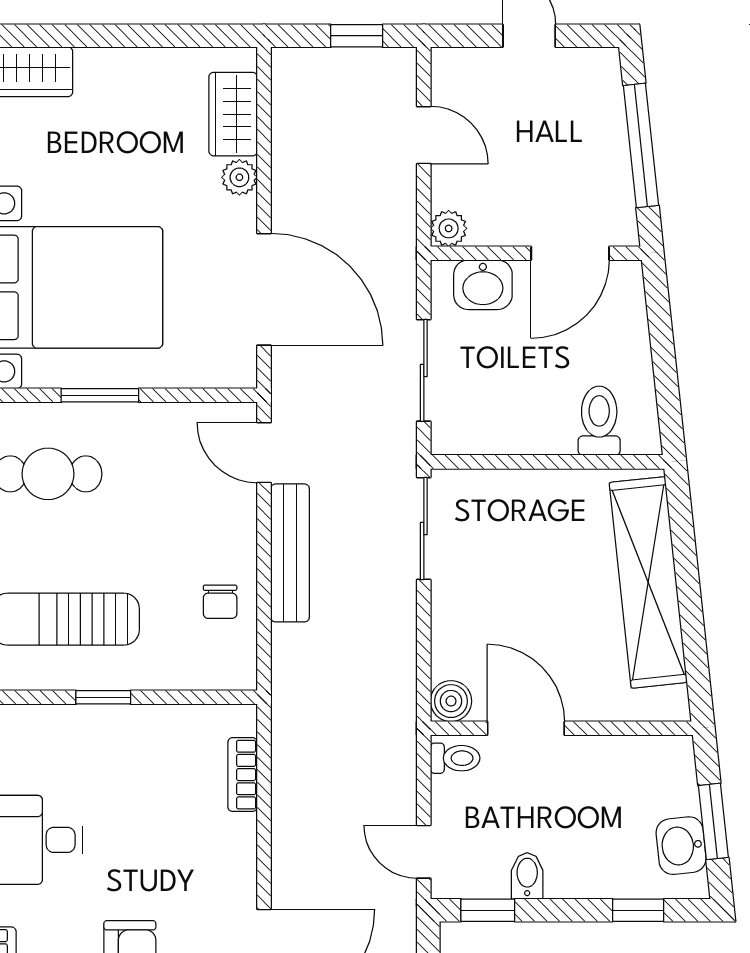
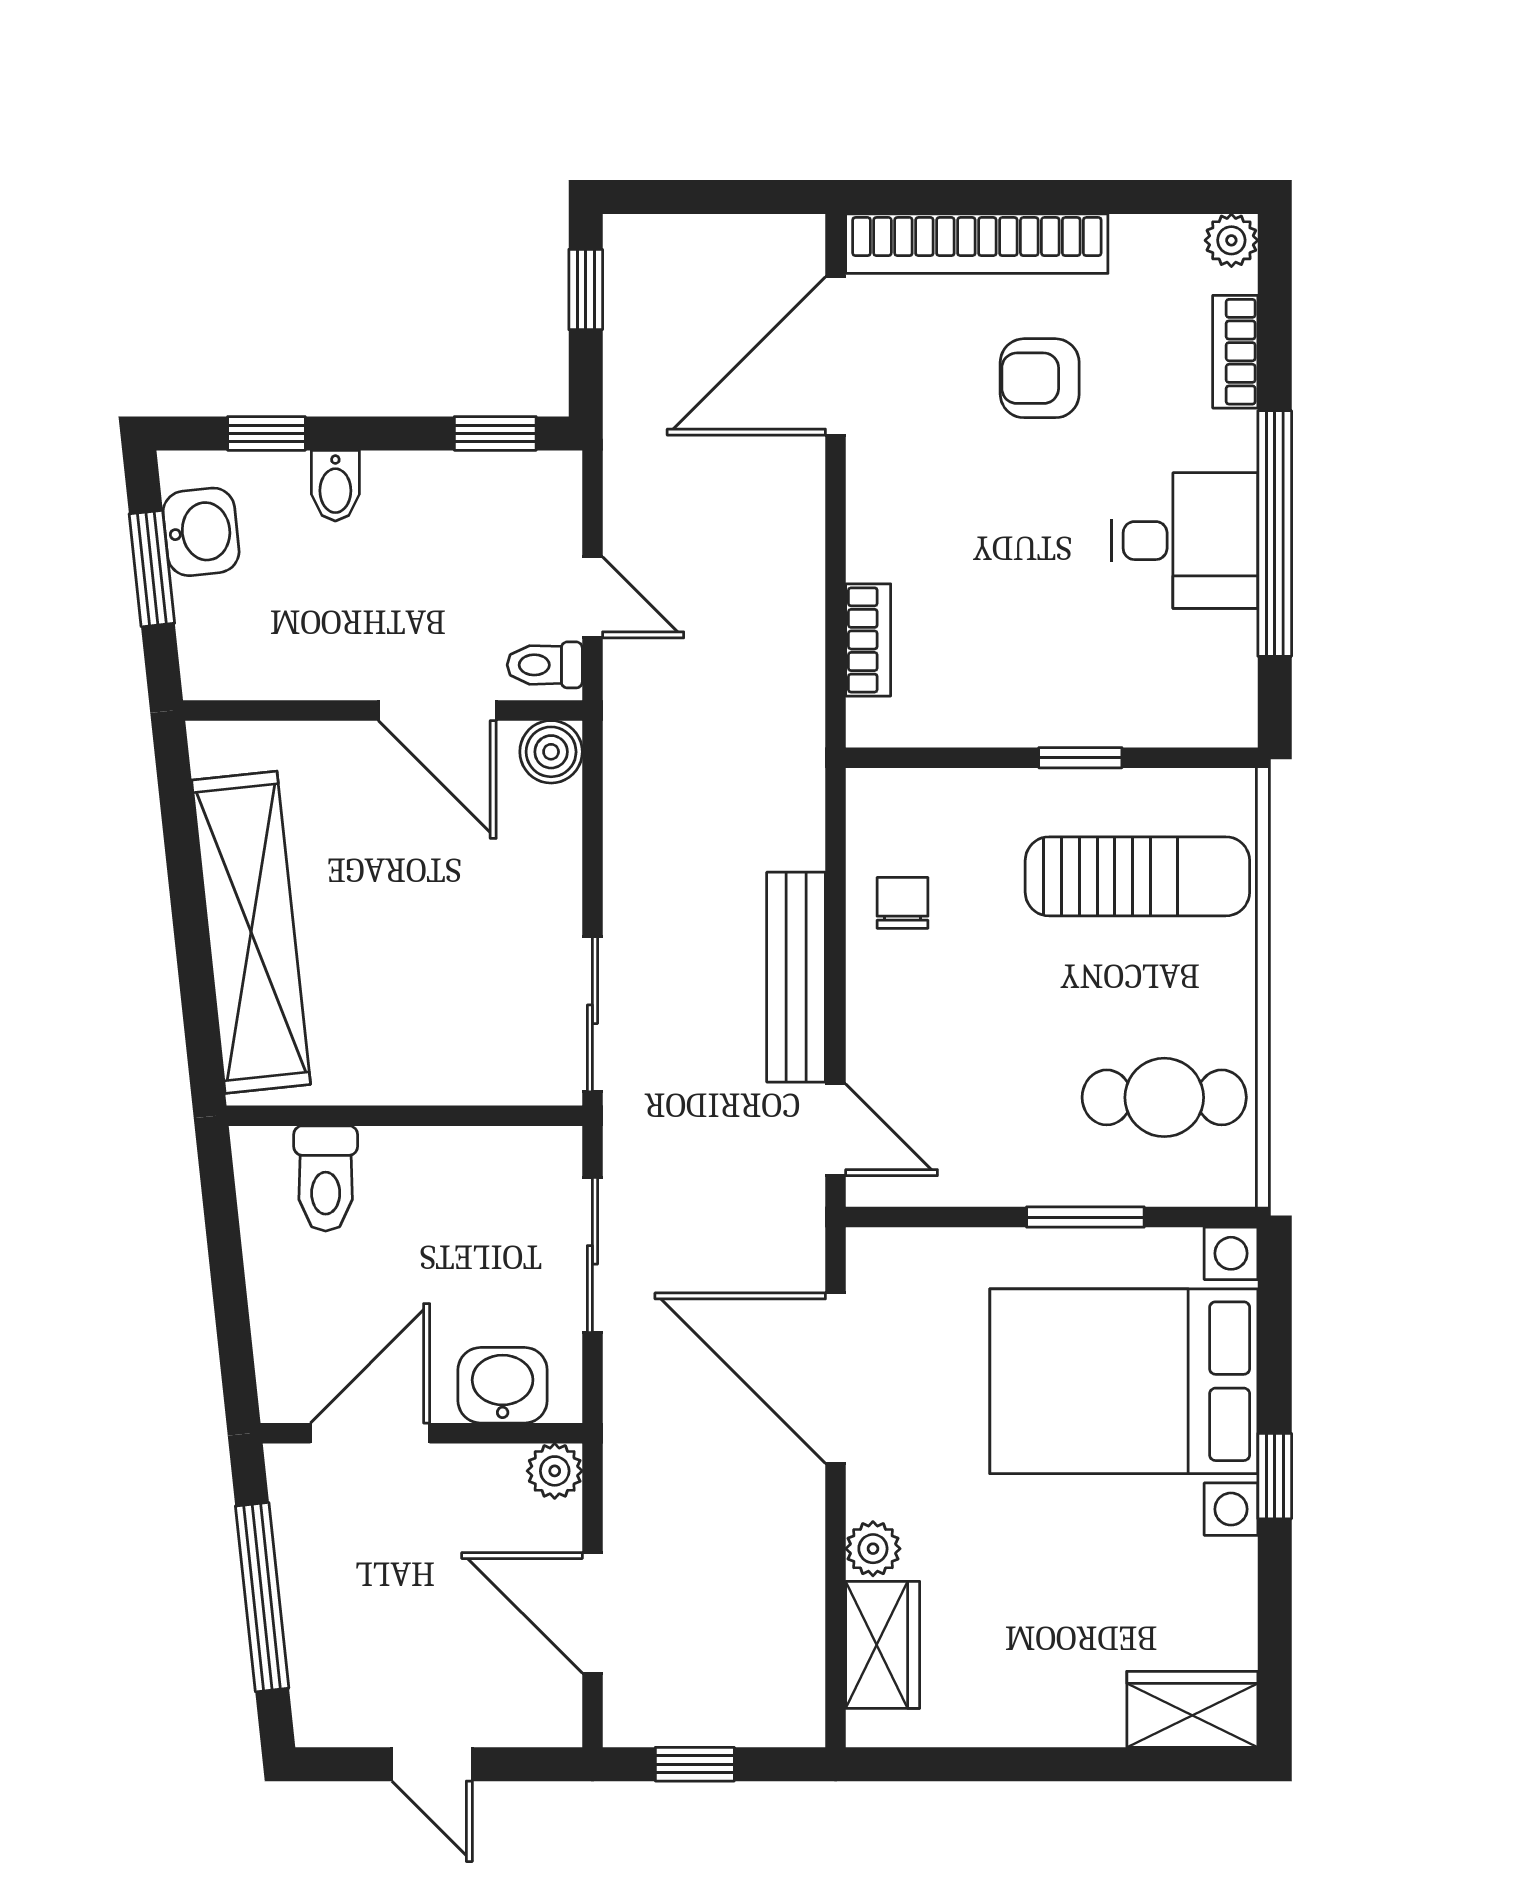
door: (424, 135) -> (592, 1613), width x1.38
door: (424, 852) -> (592, 597), moved
bidet: (527, 876) -> (335, 486), moved

